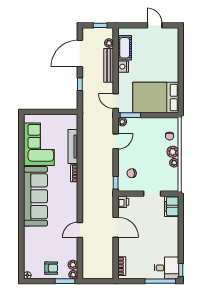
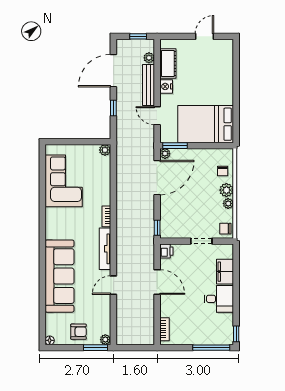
door: (155, 25) -> (204, 36), hinge flipped
door: (116, 101) -> (157, 116), moved
door: (116, 141) -> (157, 178), width x1.87
tv unit: (73, 147) -> (105, 249), moved
chair: (132, 173) -> (225, 229), moved
sofa: (36, 196) -> (60, 276), moved
filing cabinet: (172, 206) -> (225, 272), moved
plant: (73, 265) -> (105, 150), moved
desk: (167, 268) -> (219, 299), moved

